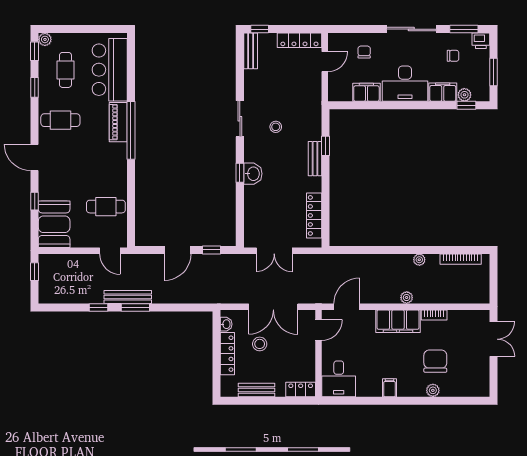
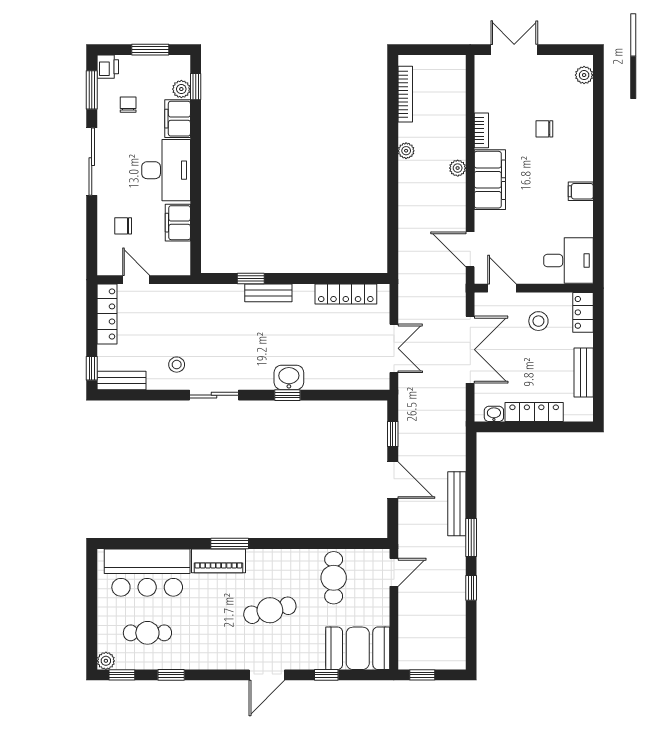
cafe table: (60, 120) -> (270, 610), moved, turned 76
stool: (276, 127) -> (177, 365), moved
window: (131, 130) -> (230, 544), width x0.47
bench: (128, 297) -> (457, 504), moved
stool: (260, 344) -> (538, 321), moved
chair: (435, 361) -> (544, 129), width x0.54, depth x0.54
plant: (433, 390) -> (584, 75), moved

